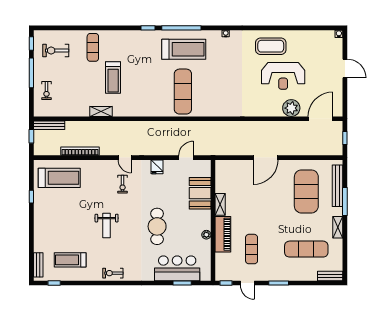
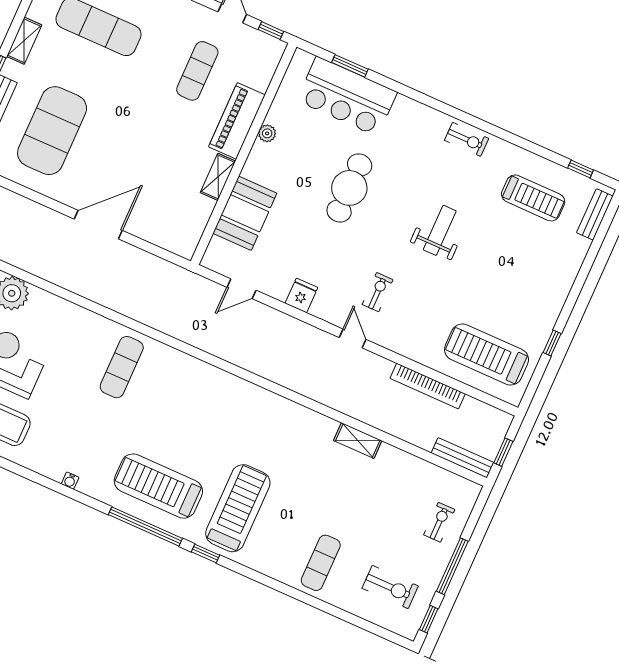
treadmill: (113, 77) -> (238, 508), moved, width x1.37, depth x1.38
exercise mat: (183, 92) -> (122, 367), moved, width x0.73, depth x0.69

